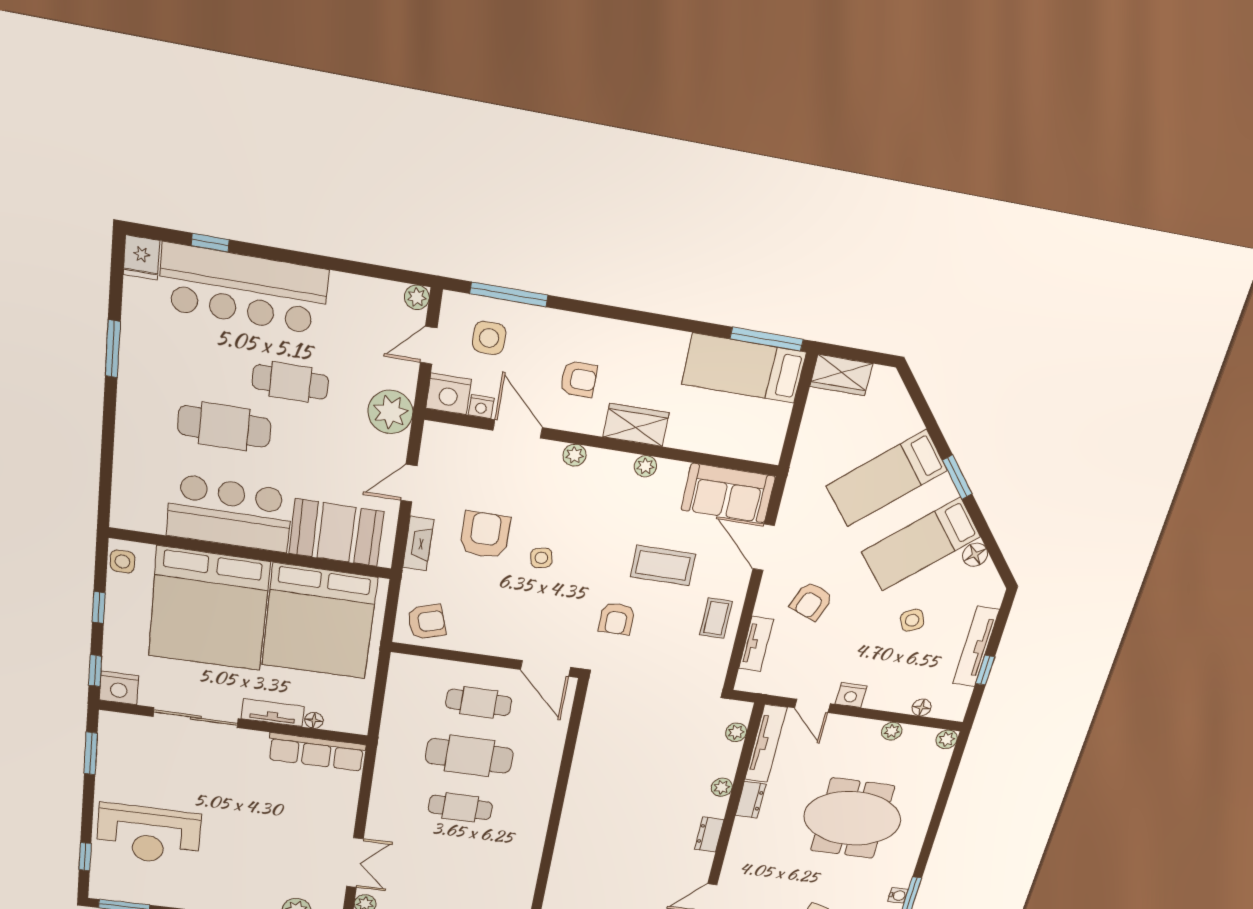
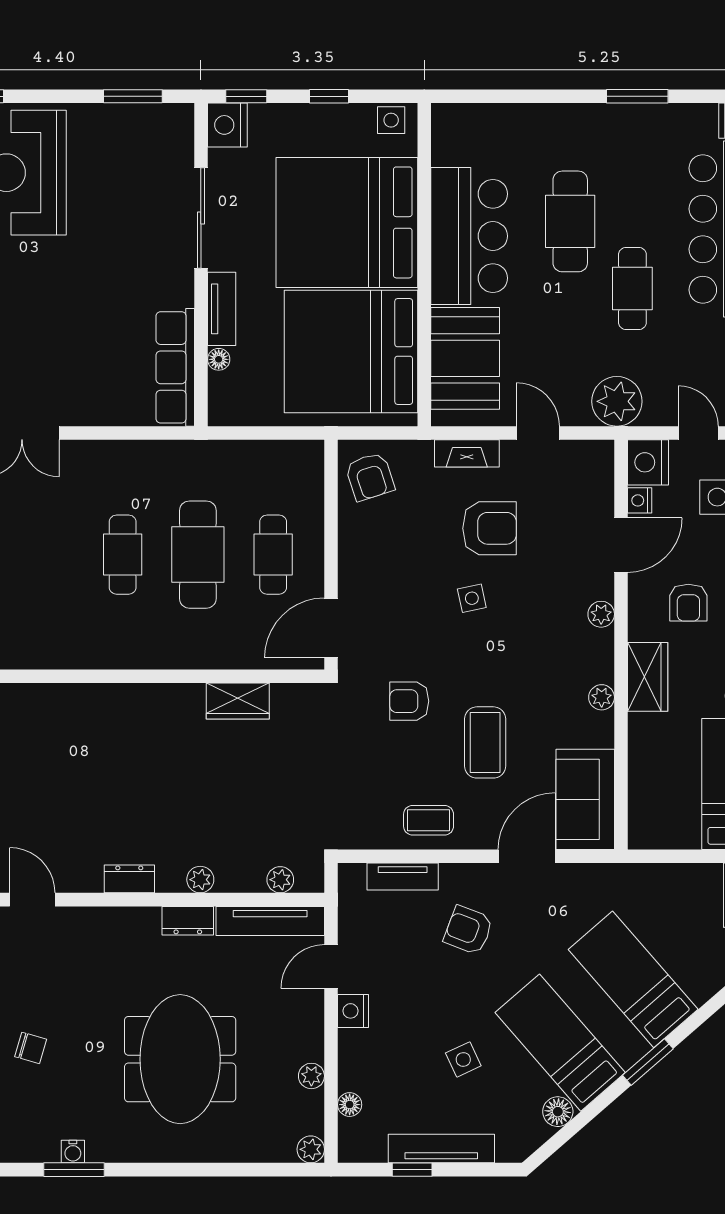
wardrobe: (590, 743) -> (238, 701), added

